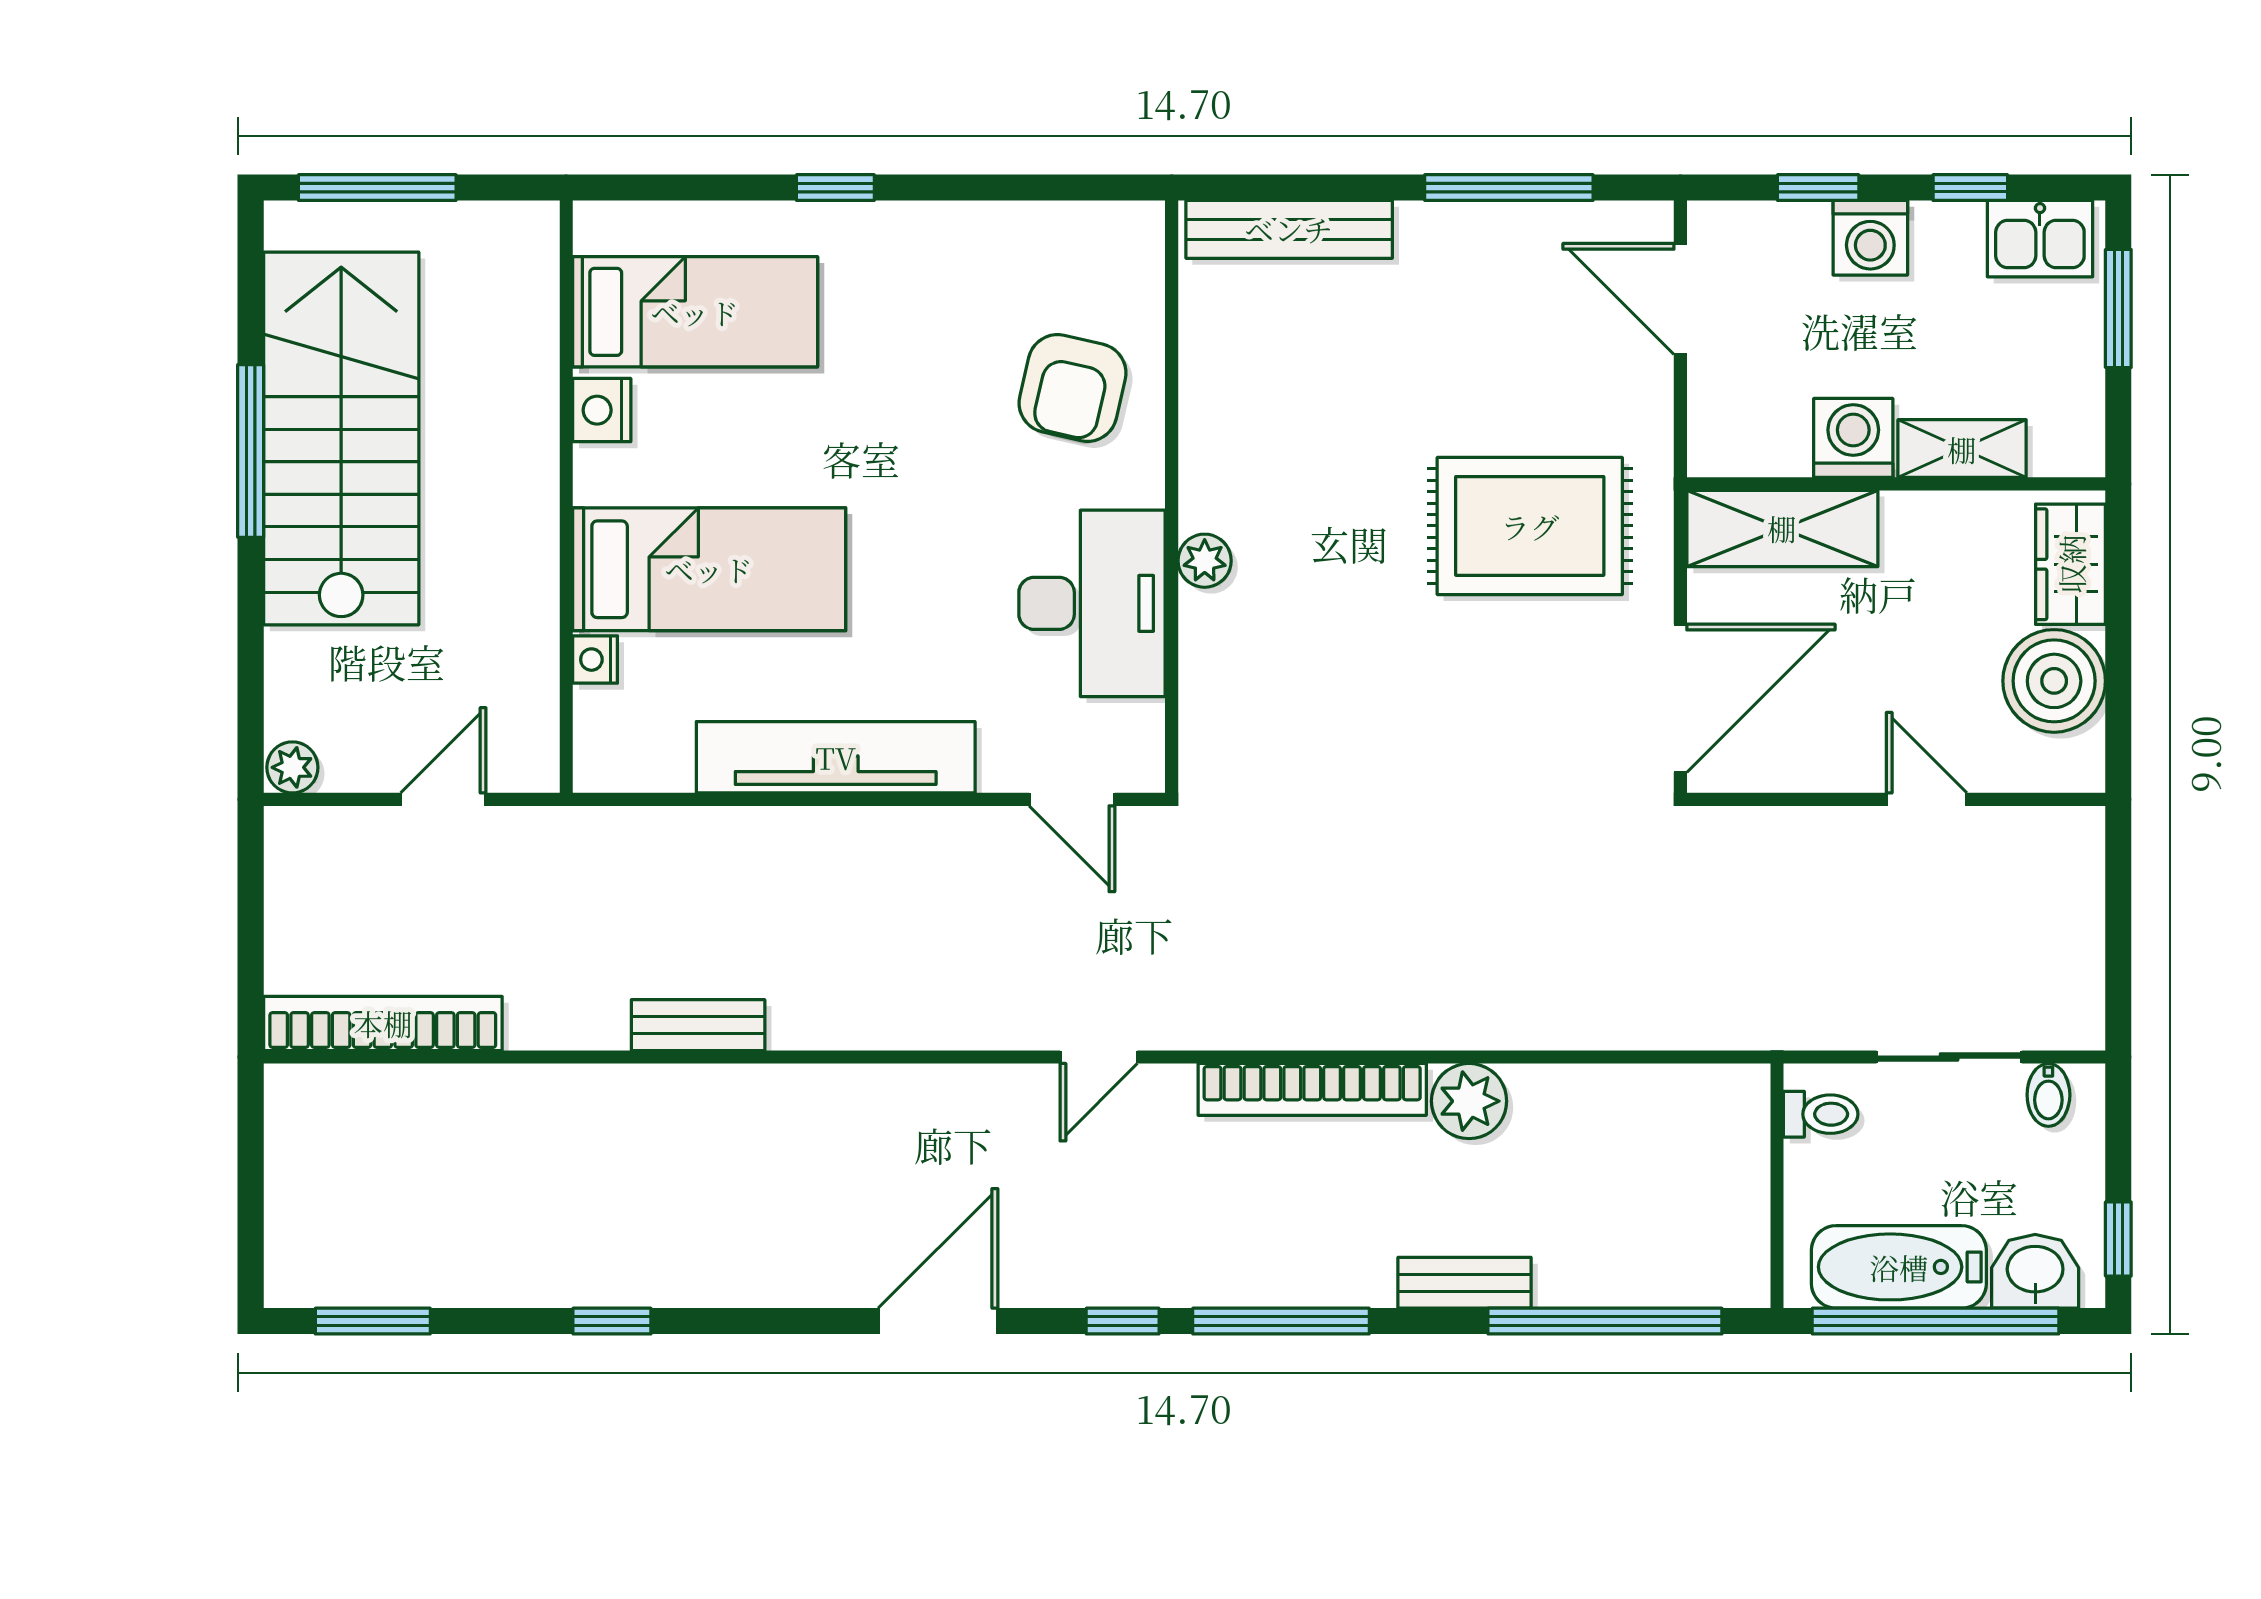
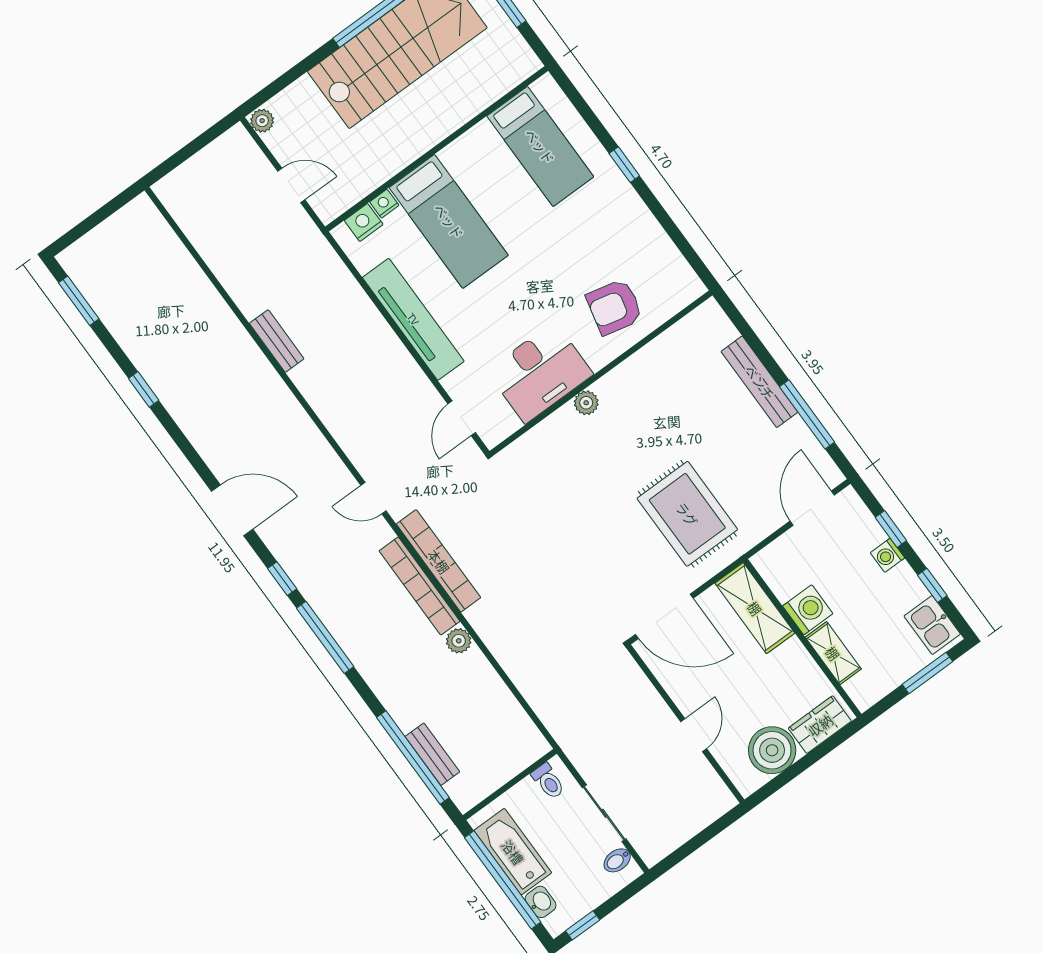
bench: (1289, 229) -> (760, 382), moved
washing machine: (1870, 238) -> (888, 555), width x0.73, depth x0.73
nightstand: (602, 410) -> (364, 222), moved
bookcase: (383, 1023) -> (439, 561), moved
plant: (1469, 1101) -> (459, 641), width x0.73, depth x0.73
washbasin: (2035, 1271) -> (541, 902), width x0.72, depth x0.69
bench: (1465, 1283) -> (432, 754), moved

